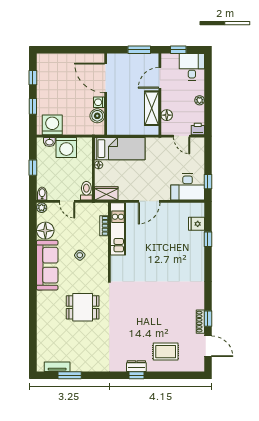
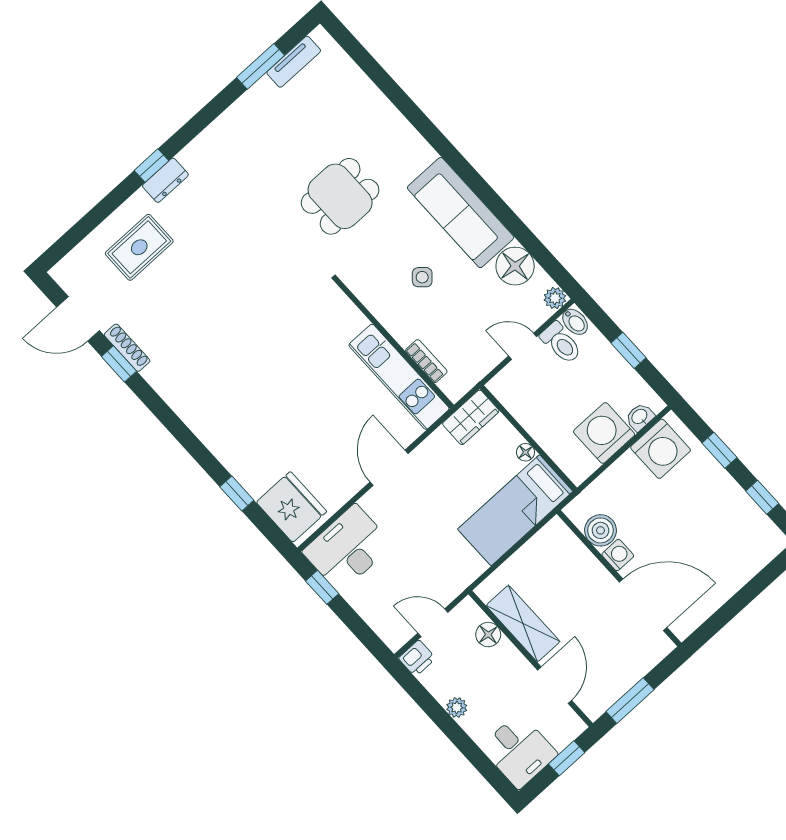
toilet: (86, 191) -> (561, 343), moved
fridge: (196, 224) -> (291, 507), width x1.88, depth x1.34

